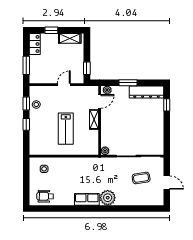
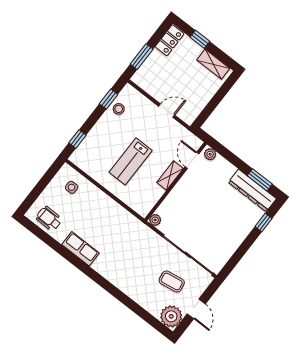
window: (87, 68) -> (206, 112), removed
window: (128, 83) -> (260, 180), moved
door: (100, 101) -> (192, 160), swing flipped
window: (26, 124) -> (77, 139), moved
plant: (108, 198) -> (171, 316), moved
row of seats: (87, 199) -> (80, 249), moved

